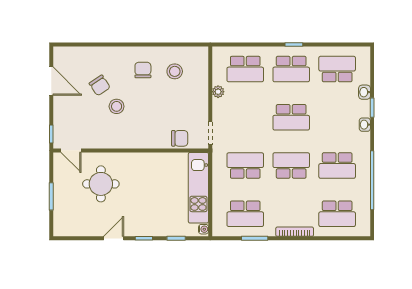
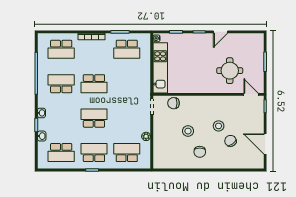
stool: (175, 71) -> (188, 131), moved
school desk: (245, 166) -> (127, 84), removed
school desk: (245, 214) -> (127, 49), turned 180
school desk: (337, 214) -> (61, 49), turned 180

